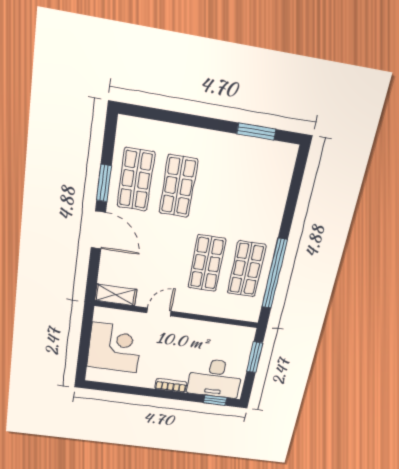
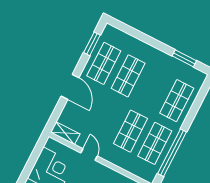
window: (104, 183) -> (92, 44), moved
shop shelf: (262, 199) -> (177, 101), added
door: (159, 312) -> (89, 154), hinge flipped

